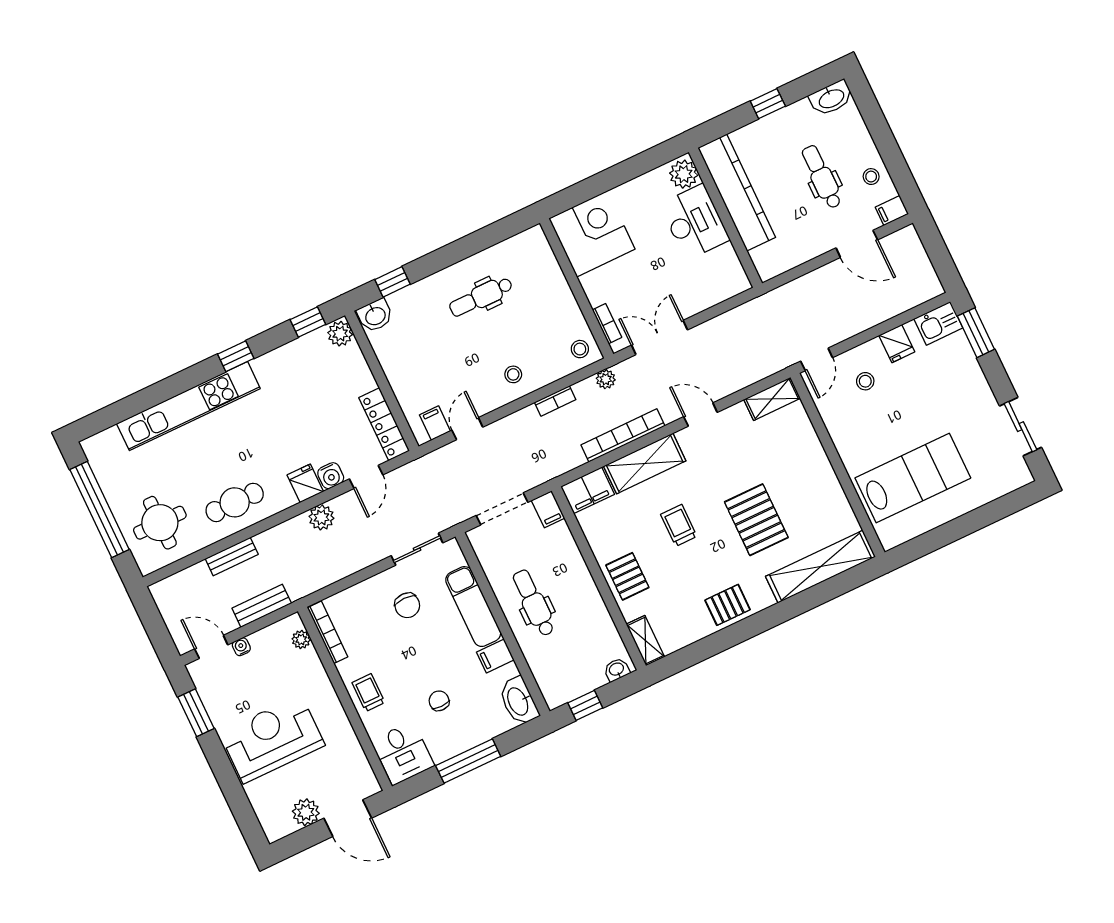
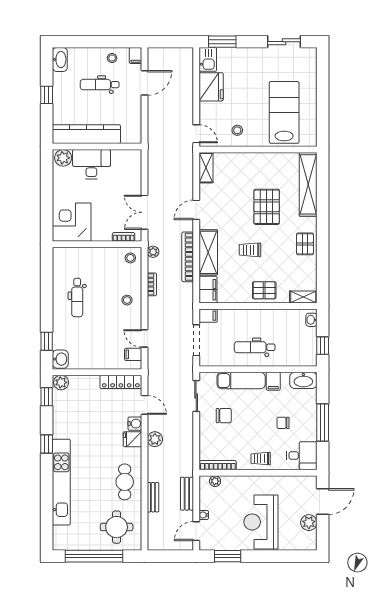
fridge: (897, 344) -> (211, 87), width x1.88, depth x1.34
stool: (865, 381) -> (237, 130), moved
pallet: (756, 520) -> (267, 207), turned 90

